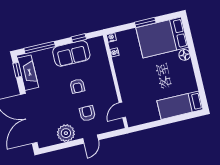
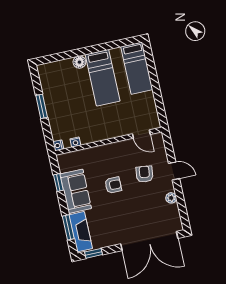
bed: (162, 37) -> (103, 78), moved, width x0.67
window: (40, 47) -> (68, 227), width x0.69
fireplace: (28, 73) -> (81, 232), moved, turned 90
armchair: (87, 113) -> (144, 174), turned 97
plant: (66, 133) -> (171, 198), width x0.53, depth x0.53

